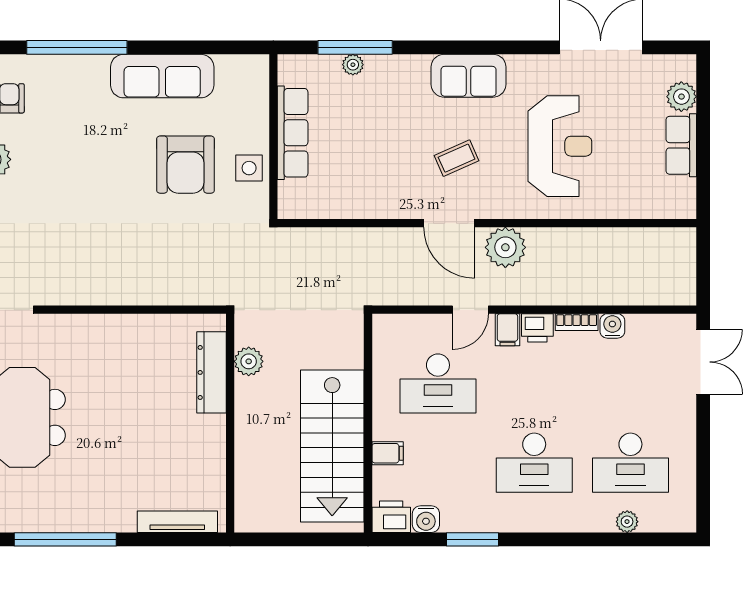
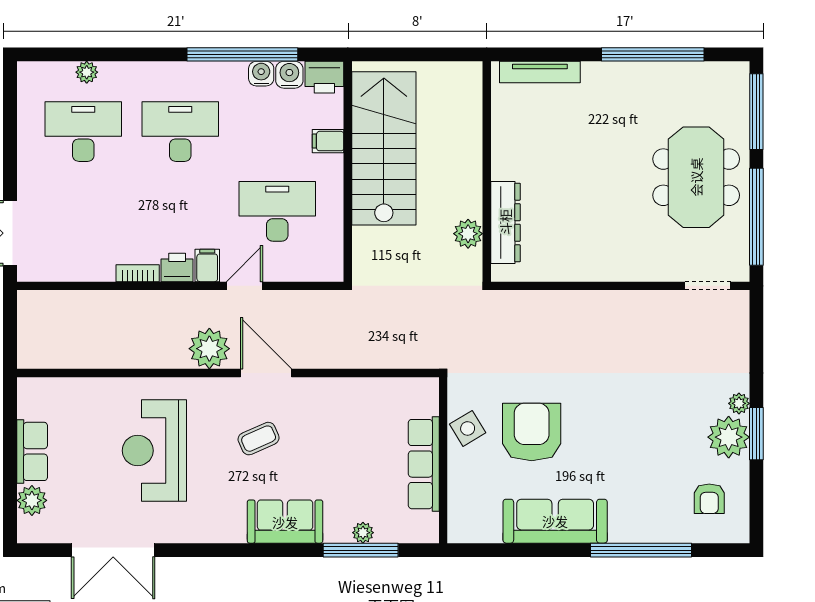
sofa: (469, 76) -> (285, 522), moved
side table: (249, 168) -> (468, 428), turned -31
water cooler: (612, 326) -> (261, 74), moved, turned 180
window: (473, 539) -> (242, 54), width x2.11

